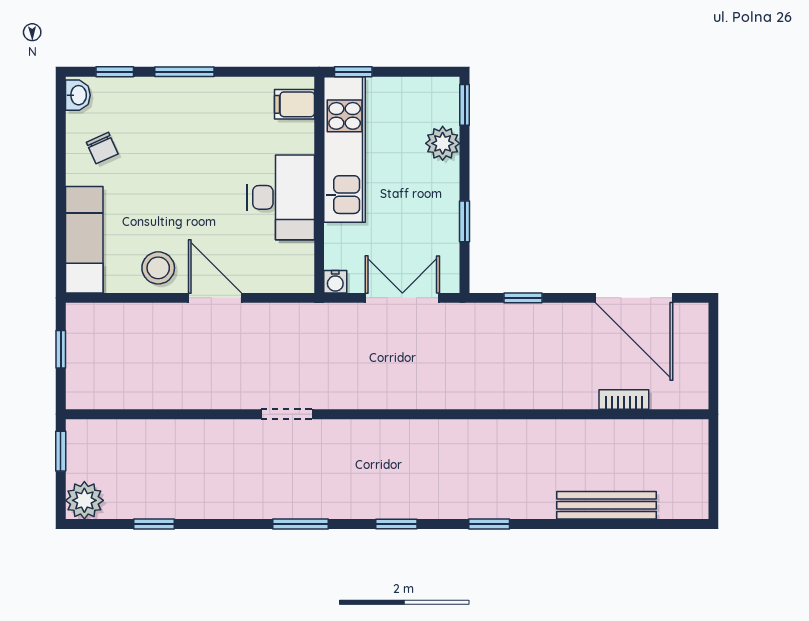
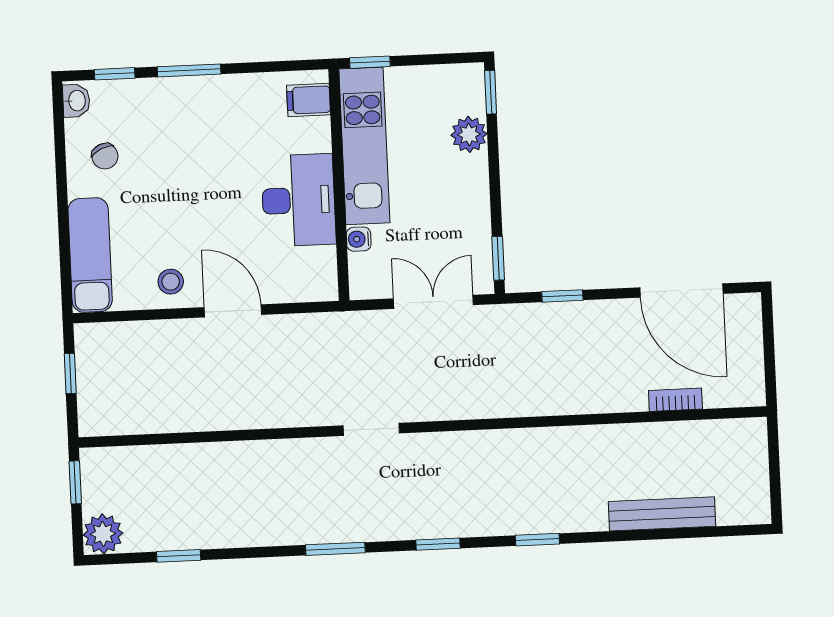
window: (465, 221) -> (498, 258), moved
stool: (158, 268) -> (171, 282), width x0.73, depth x0.73
water cooler: (335, 282) -> (359, 239), moved, turned 90
doorway: (287, 414) -> (371, 429), moved

